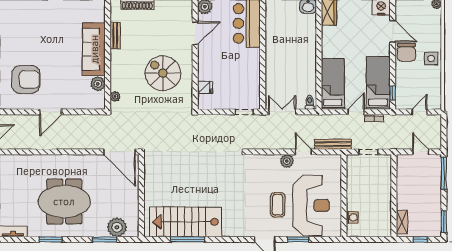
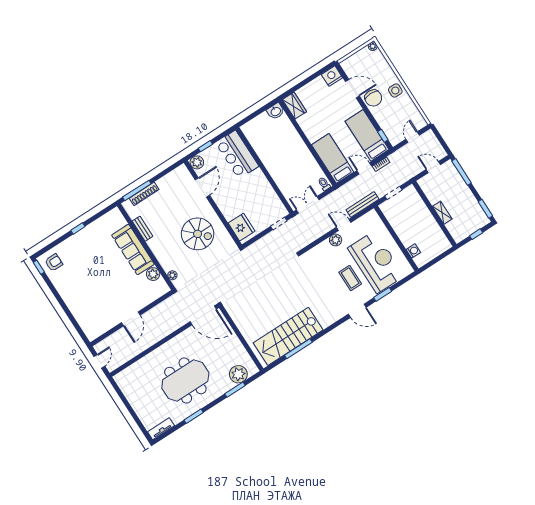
spiral stairs: (163, 73) -> (198, 234), turned 180
armchair: (26, 79) -> (54, 263), moved, width x0.53, depth x0.53
fridge: (205, 88) -> (242, 227), width x1.88, depth x1.34
door: (356, 112) -> (364, 168), hinge flipped
shelving: (402, 222) -> (442, 213), moved

